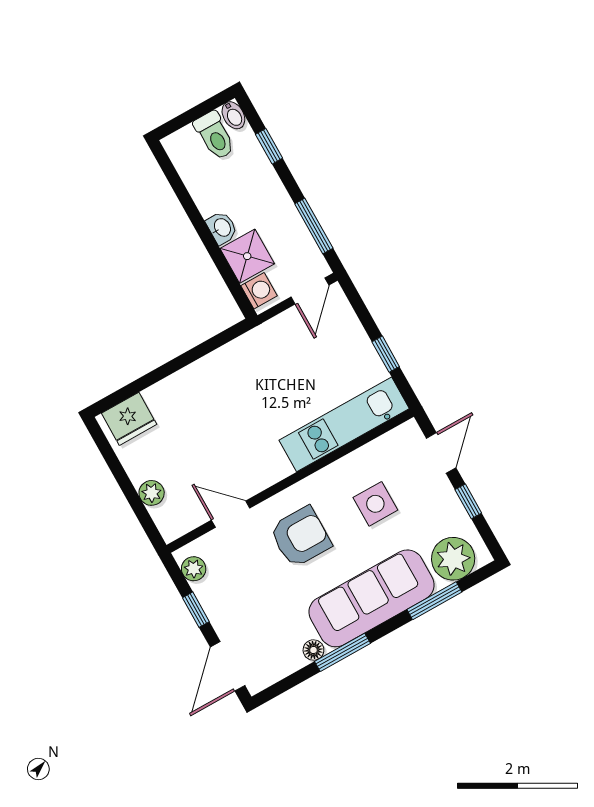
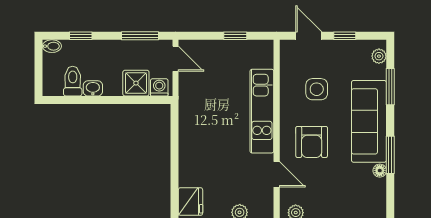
toilet: (215, 136) -> (73, 81), moved, turned -90
washbasin: (222, 228) -> (93, 88), moved
kitchen unit: (344, 424) -> (262, 111), moved
door: (231, 514) -> (277, 174), swing flipped
armchair: (301, 537) -> (312, 142), turned 180
plant: (453, 559) -> (379, 56), width x0.53, depth x0.53

